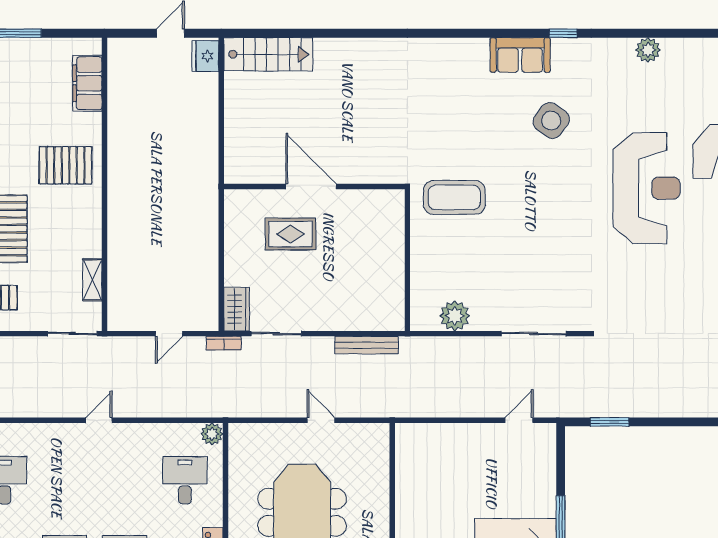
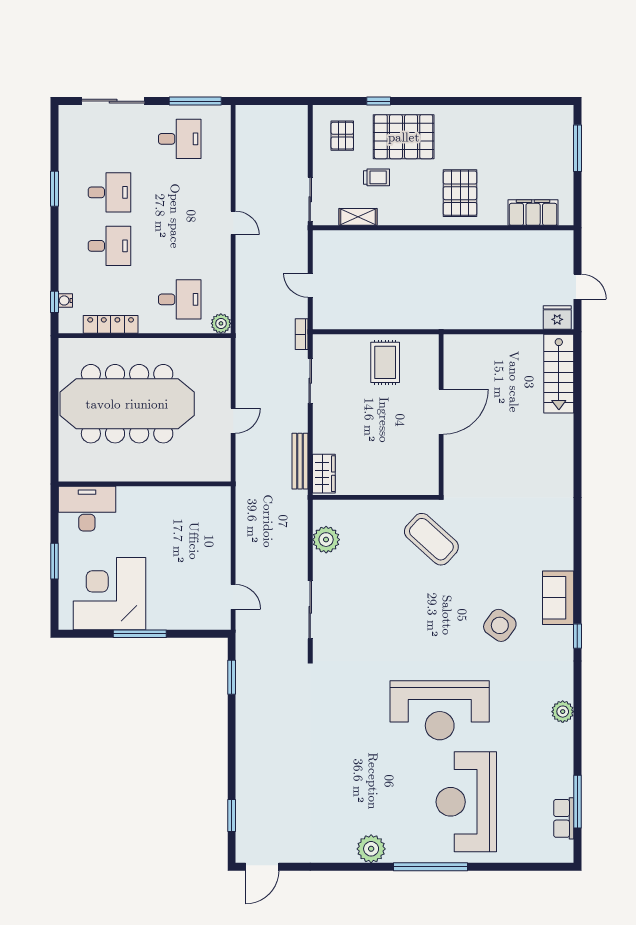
coffee table: (454, 197) -> (431, 539), turned -48
rug: (291, 234) -> (385, 362), moved
trolley: (48, 259) -> (376, 177), added
wardrobe: (237, 309) -> (324, 474), moved, turned -90

